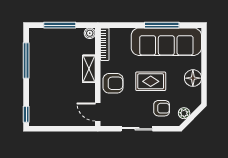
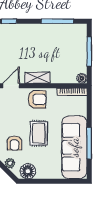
shelving: (89, 69) -> (37, 78), moved
floor lamp: (193, 78) -> (28, 171), moved
armchair: (113, 83) -> (37, 99), turned -90

